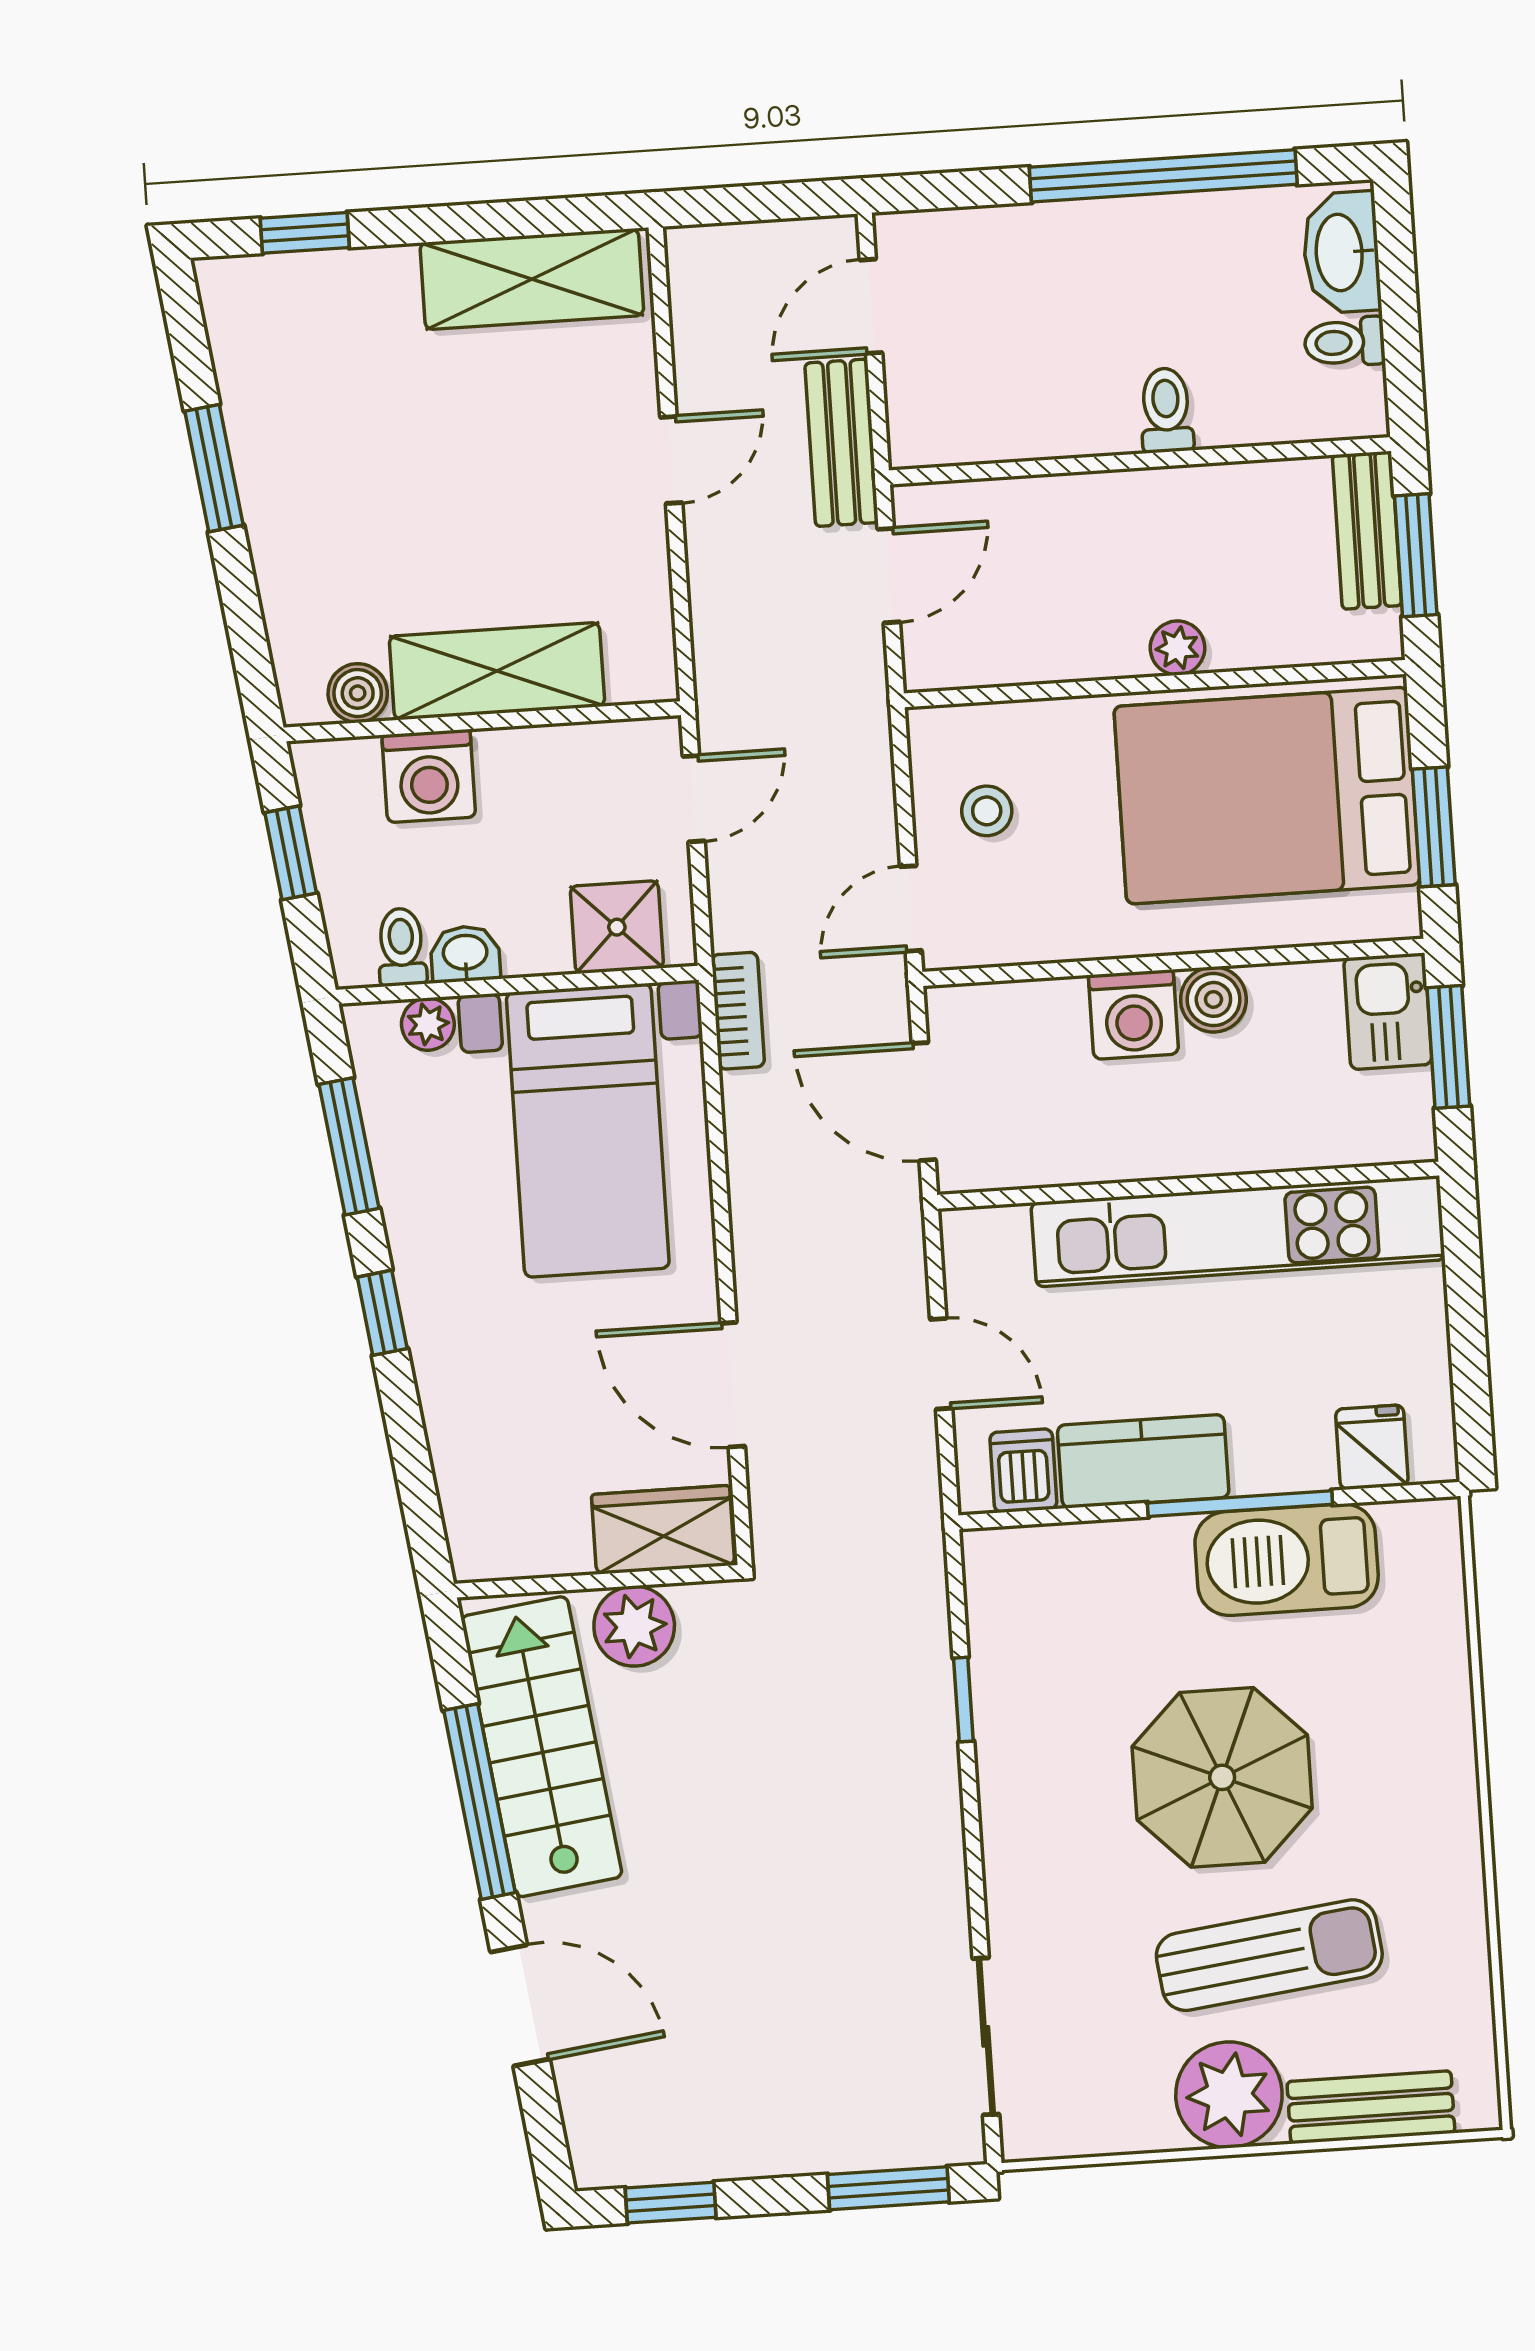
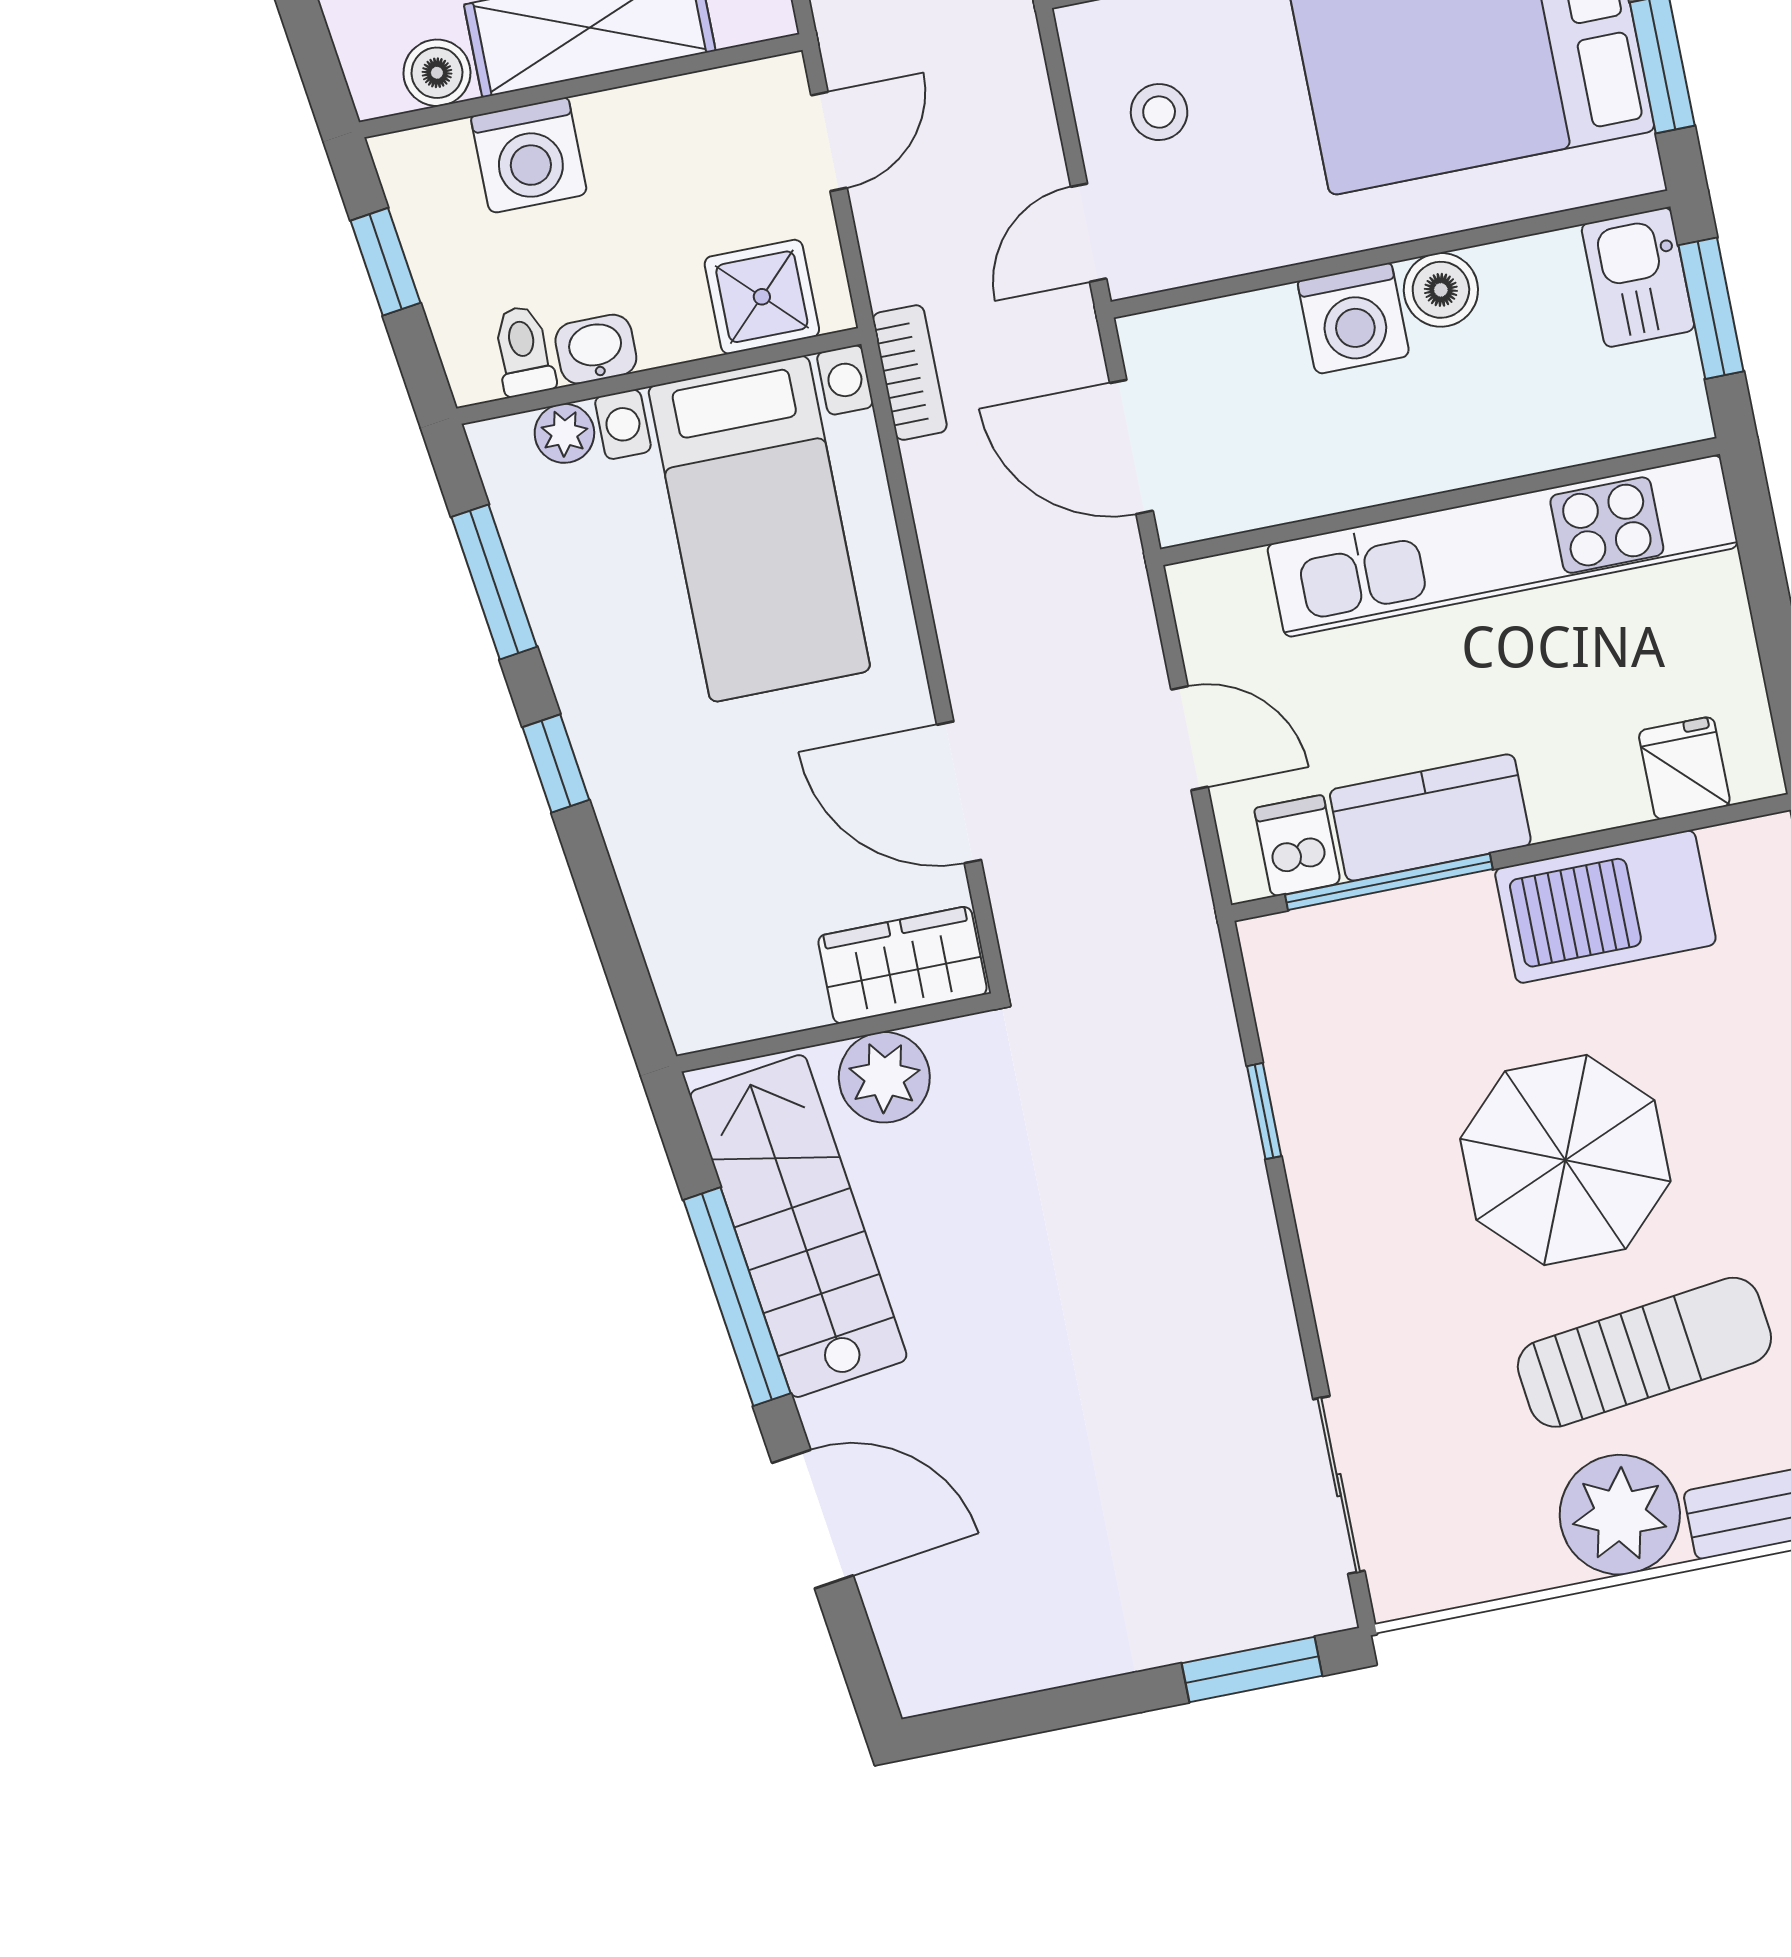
window: (1240, 1504) -> (1389, 882), moved
window: (671, 2203) -> (1010, 1718), removed

